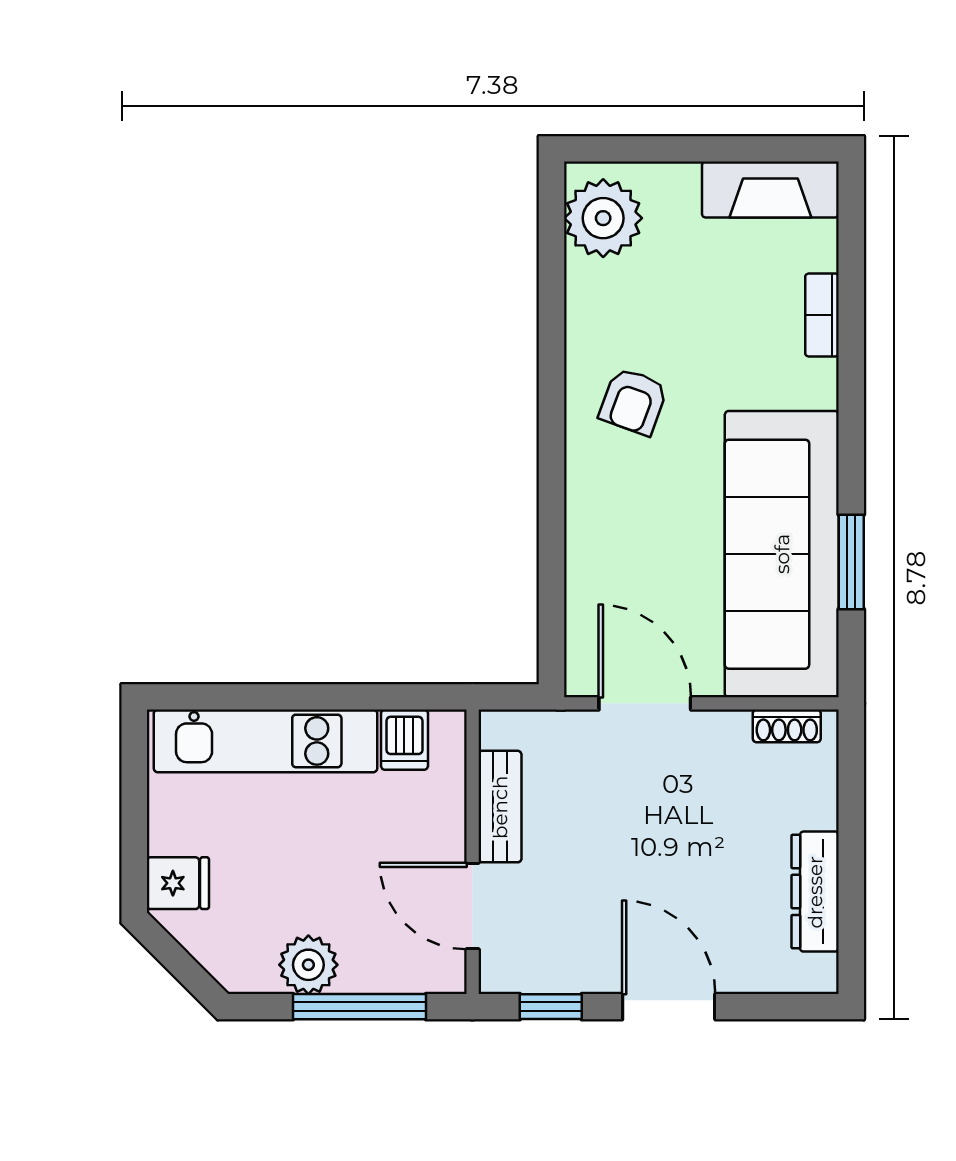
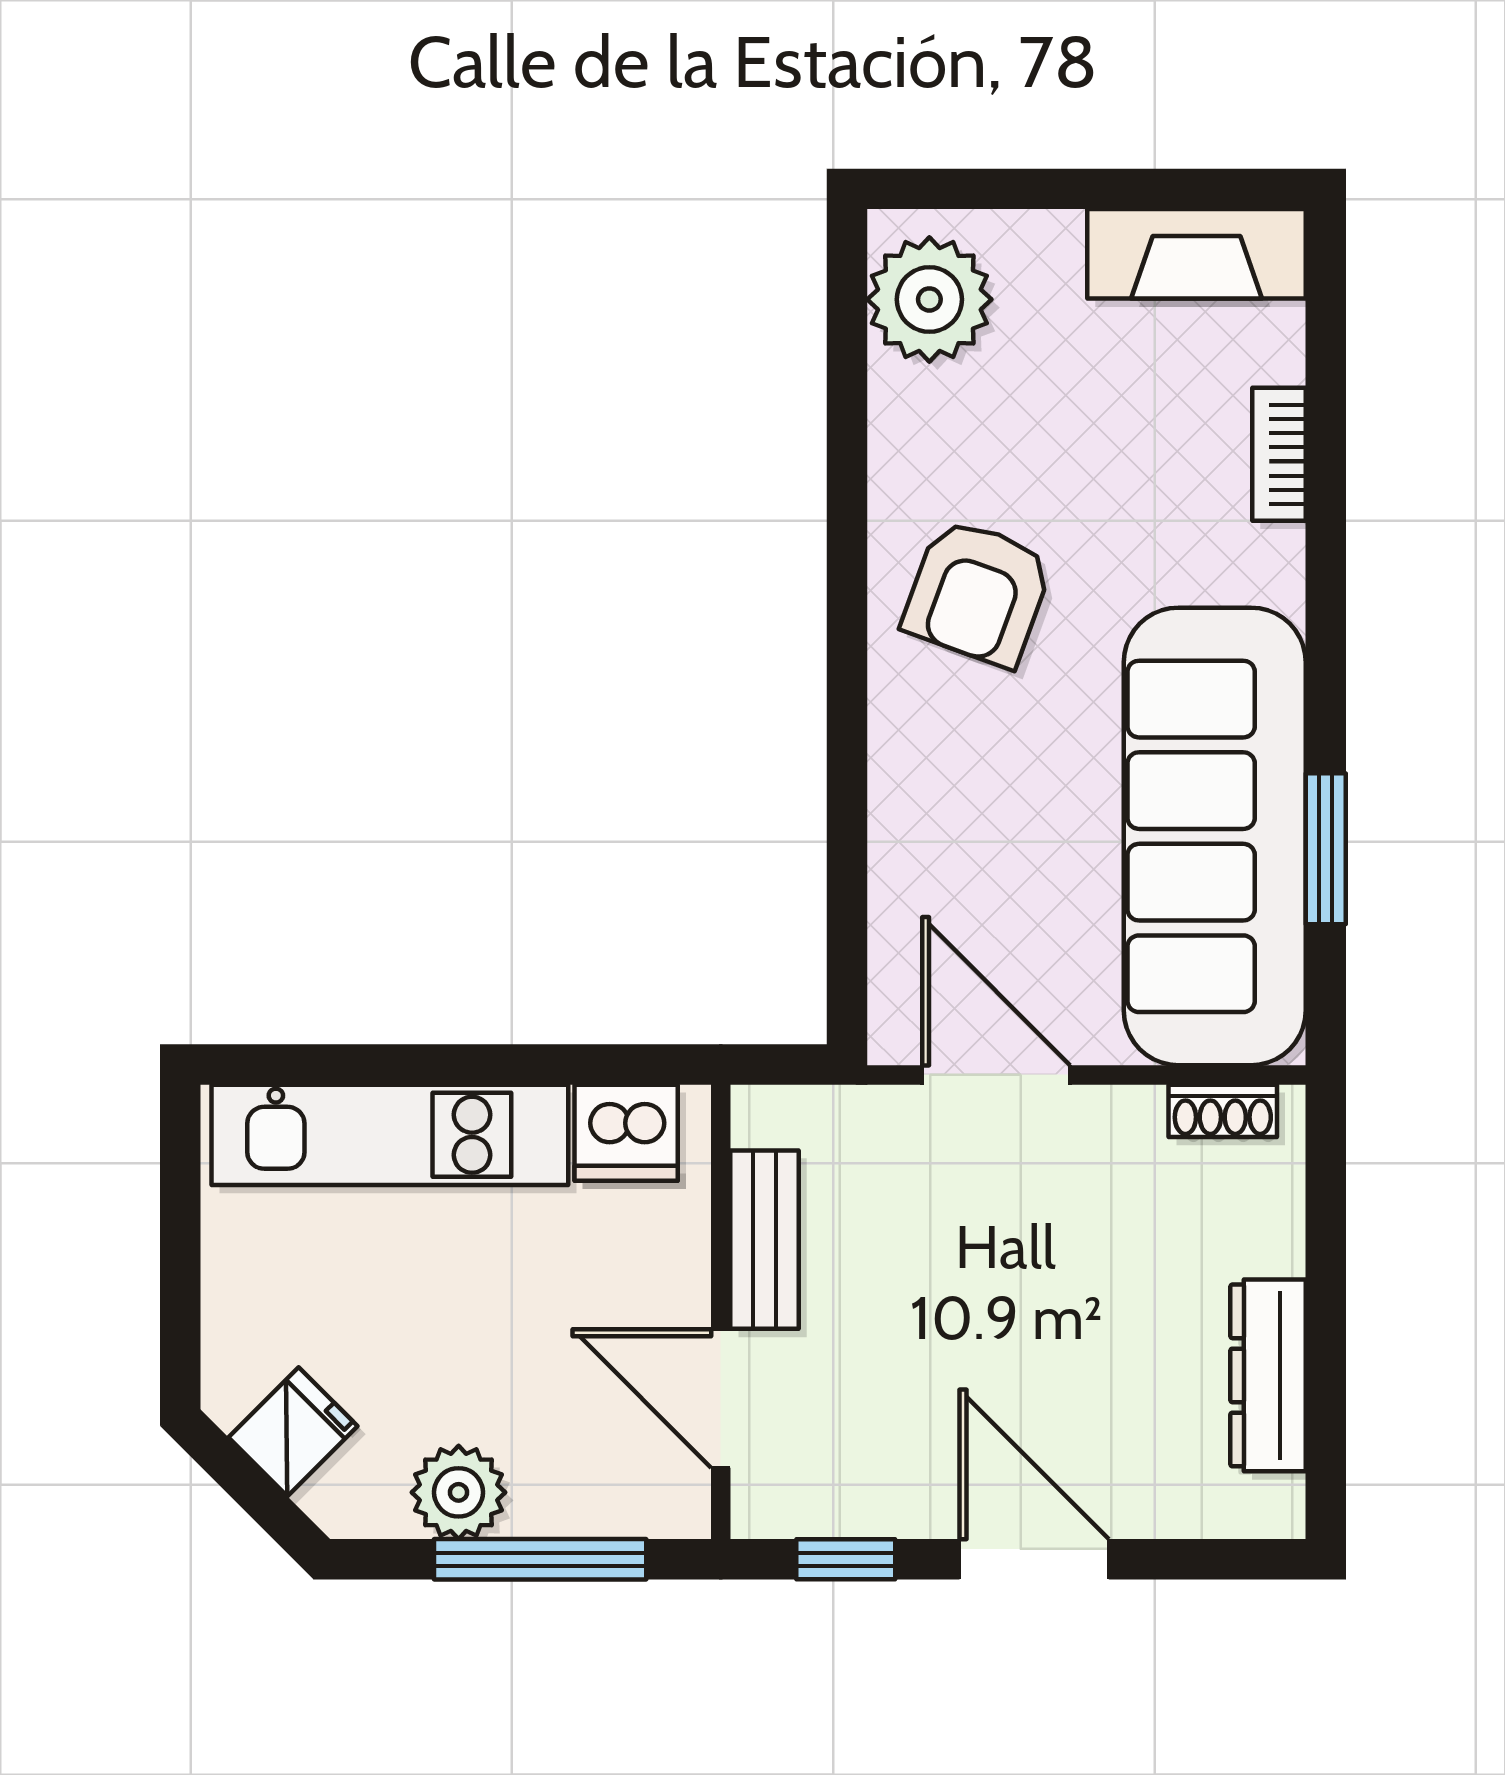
armchair: (633, 401) -> (978, 592), width x1.38, depth x1.38
dishwasher: (404, 740) -> (626, 1133), width x1.38
fridge: (178, 883) -> (293, 1432), moved, turned -45

